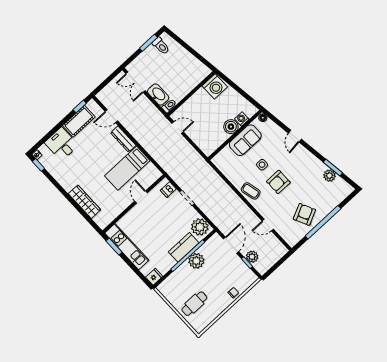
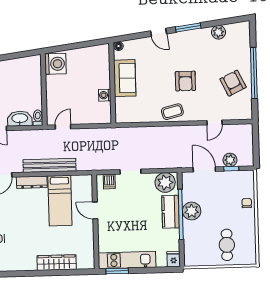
washing machine: (242, 119) -> (105, 95), moved
boiler: (231, 127) -> (102, 80), removed
bench: (144, 141) -> (49, 165), added
side table: (262, 165) -> (158, 82), removed
window: (333, 168) -> (188, 28), moved

